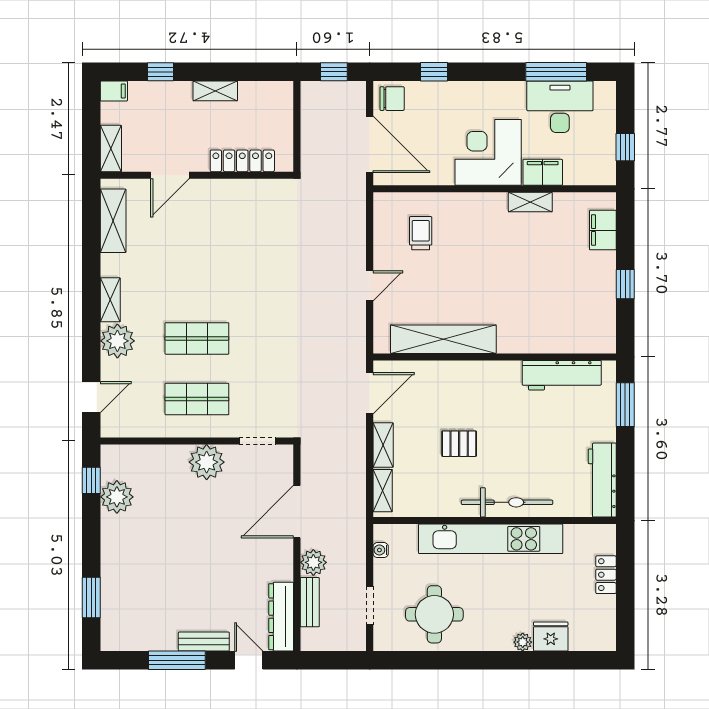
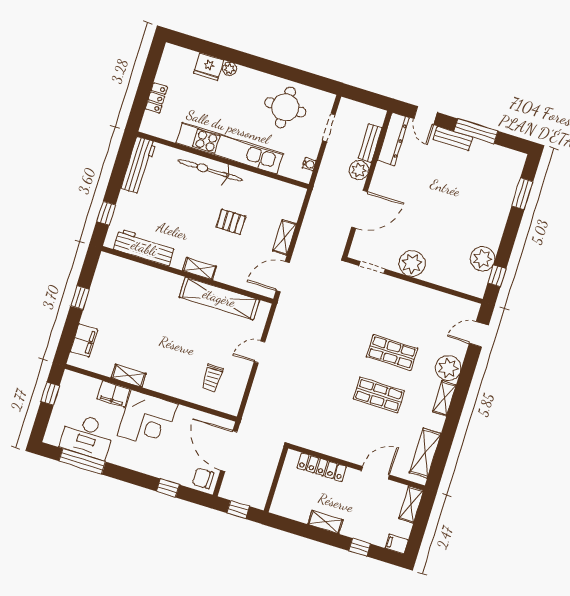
shop shelf: (197, 399) -> (379, 395), moved
window: (625, 405) -> (106, 213), width x0.67
shelving: (383, 491) -> (200, 269), moved, turned 90

